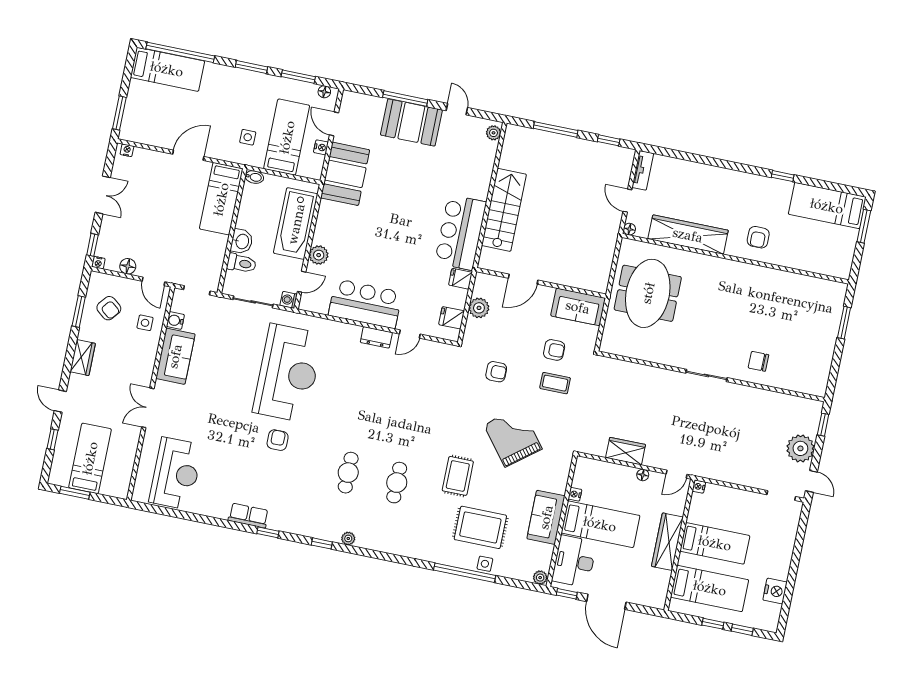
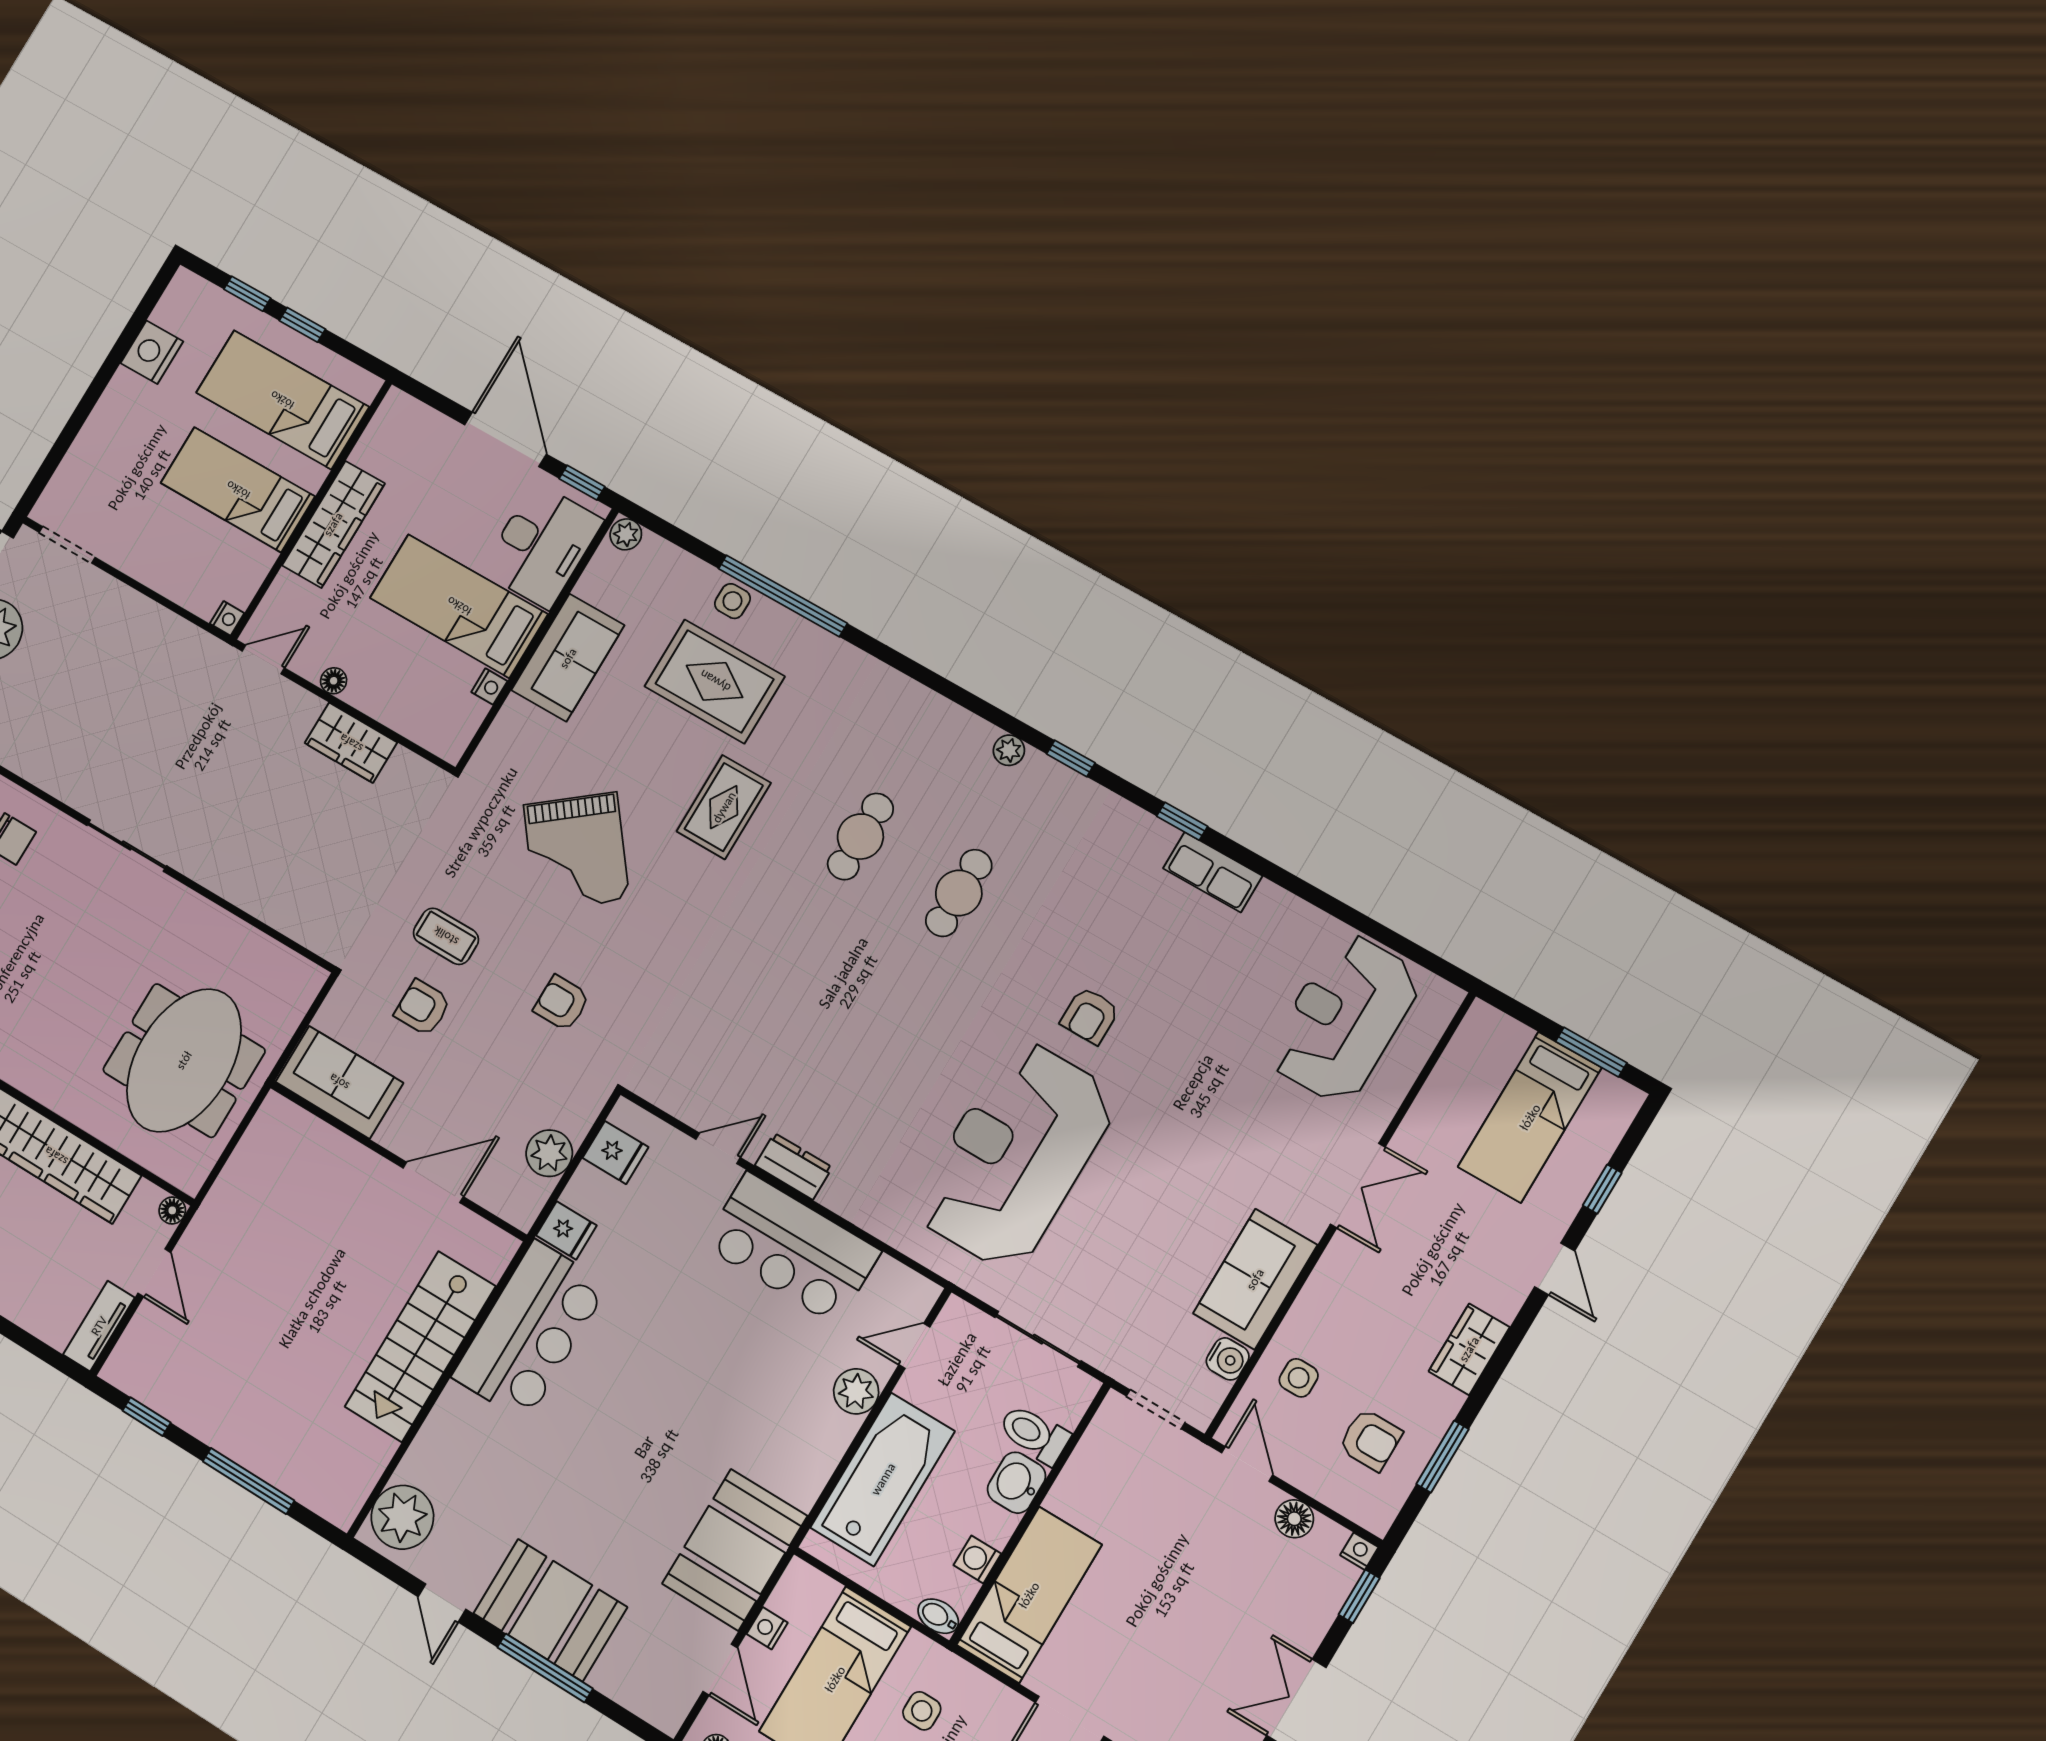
plant: (493, 133) -> (402, 1517), width x1.87, depth x1.87
washing machine: (289, 300) -> (977, 1559), moved, turned 180
armchair: (109, 308) -> (1370, 1440), turned 141

